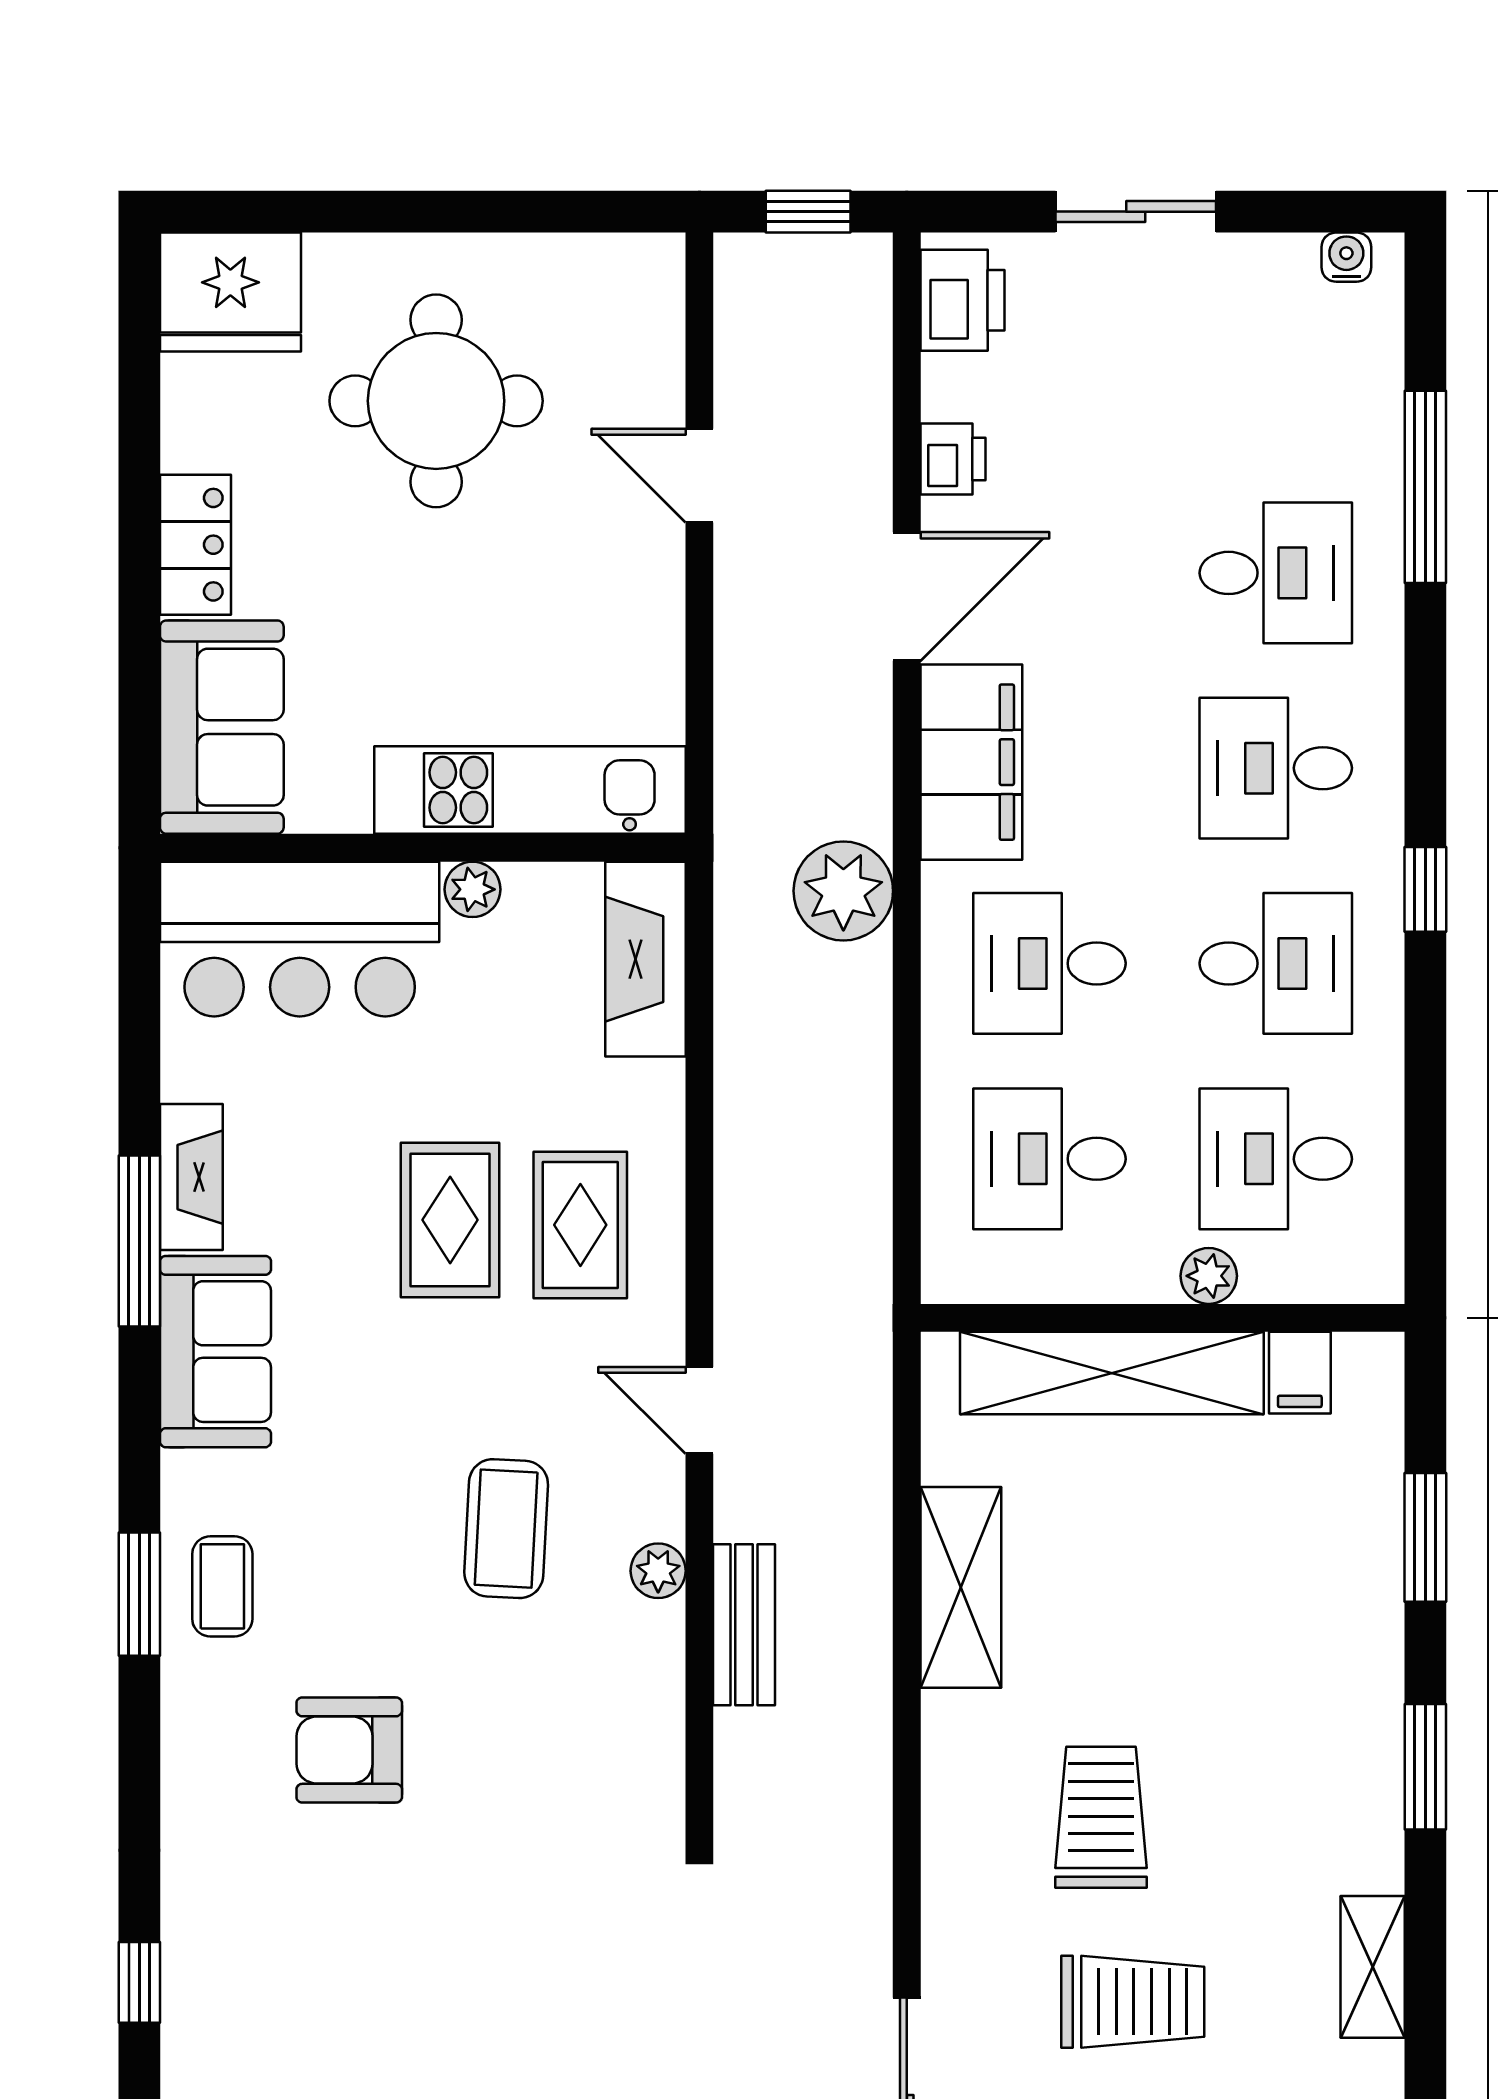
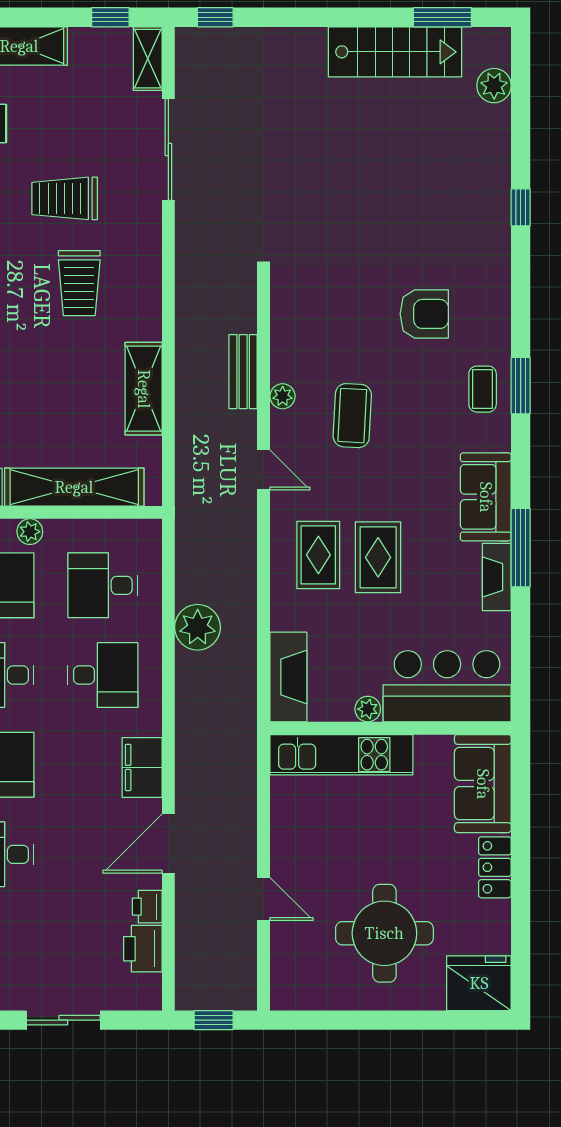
printer: (962, 300) -> (143, 949), moved
filing cabinet: (971, 762) -> (142, 767), width x0.67, depth x0.86
plant: (843, 891) -> (198, 627), moved
desk: (1050, 1159) -> (103, 585), turned 180

